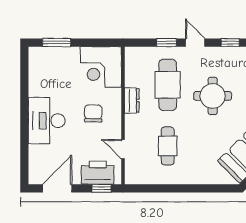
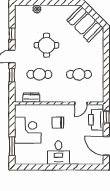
corner desk: (101, 67) -> (28, 130), moved, turned -90
cafe table: (168, 85) -> (39, 74), width x0.73, depth x0.74
dresser: (132, 100) -> (31, 98), moved
desk: (47, 121) -> (58, 153), width x0.73

